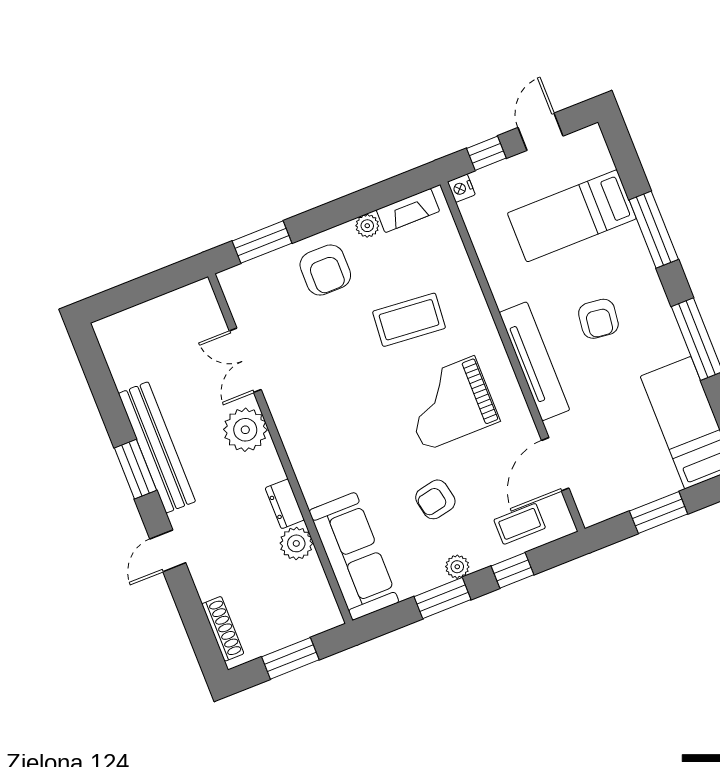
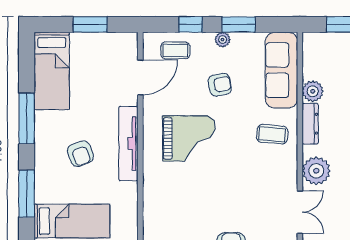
armchair: (598, 319) -> (80, 154), turned 153
coffee table: (409, 320) -> (272, 134), moved, width x0.73, depth x0.77
dresser: (285, 504) -> (310, 124), width x1.44

